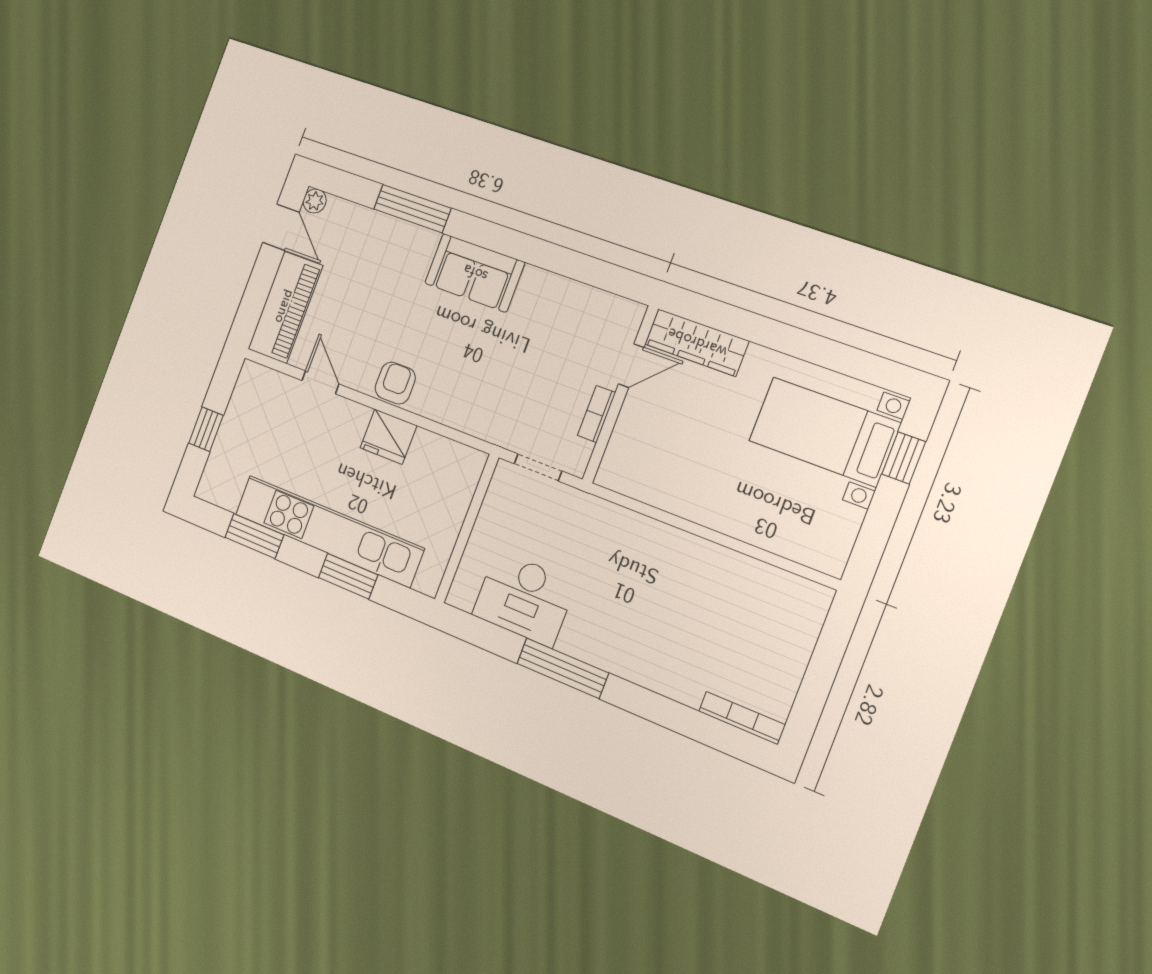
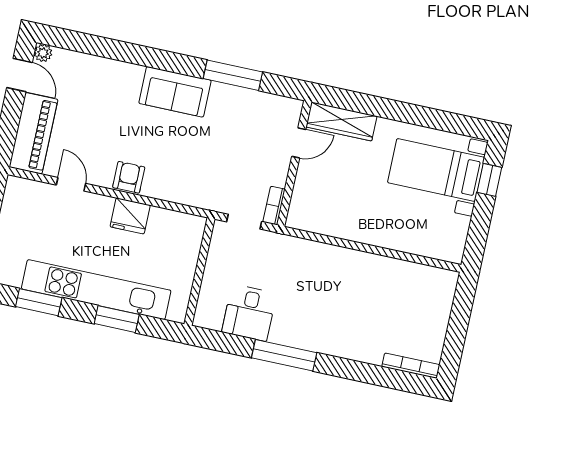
window: (412, 209) -> (233, 75), moved
bookcase: (597, 414) -> (274, 206), moved
desk: (524, 598) -> (249, 313), width x0.73

